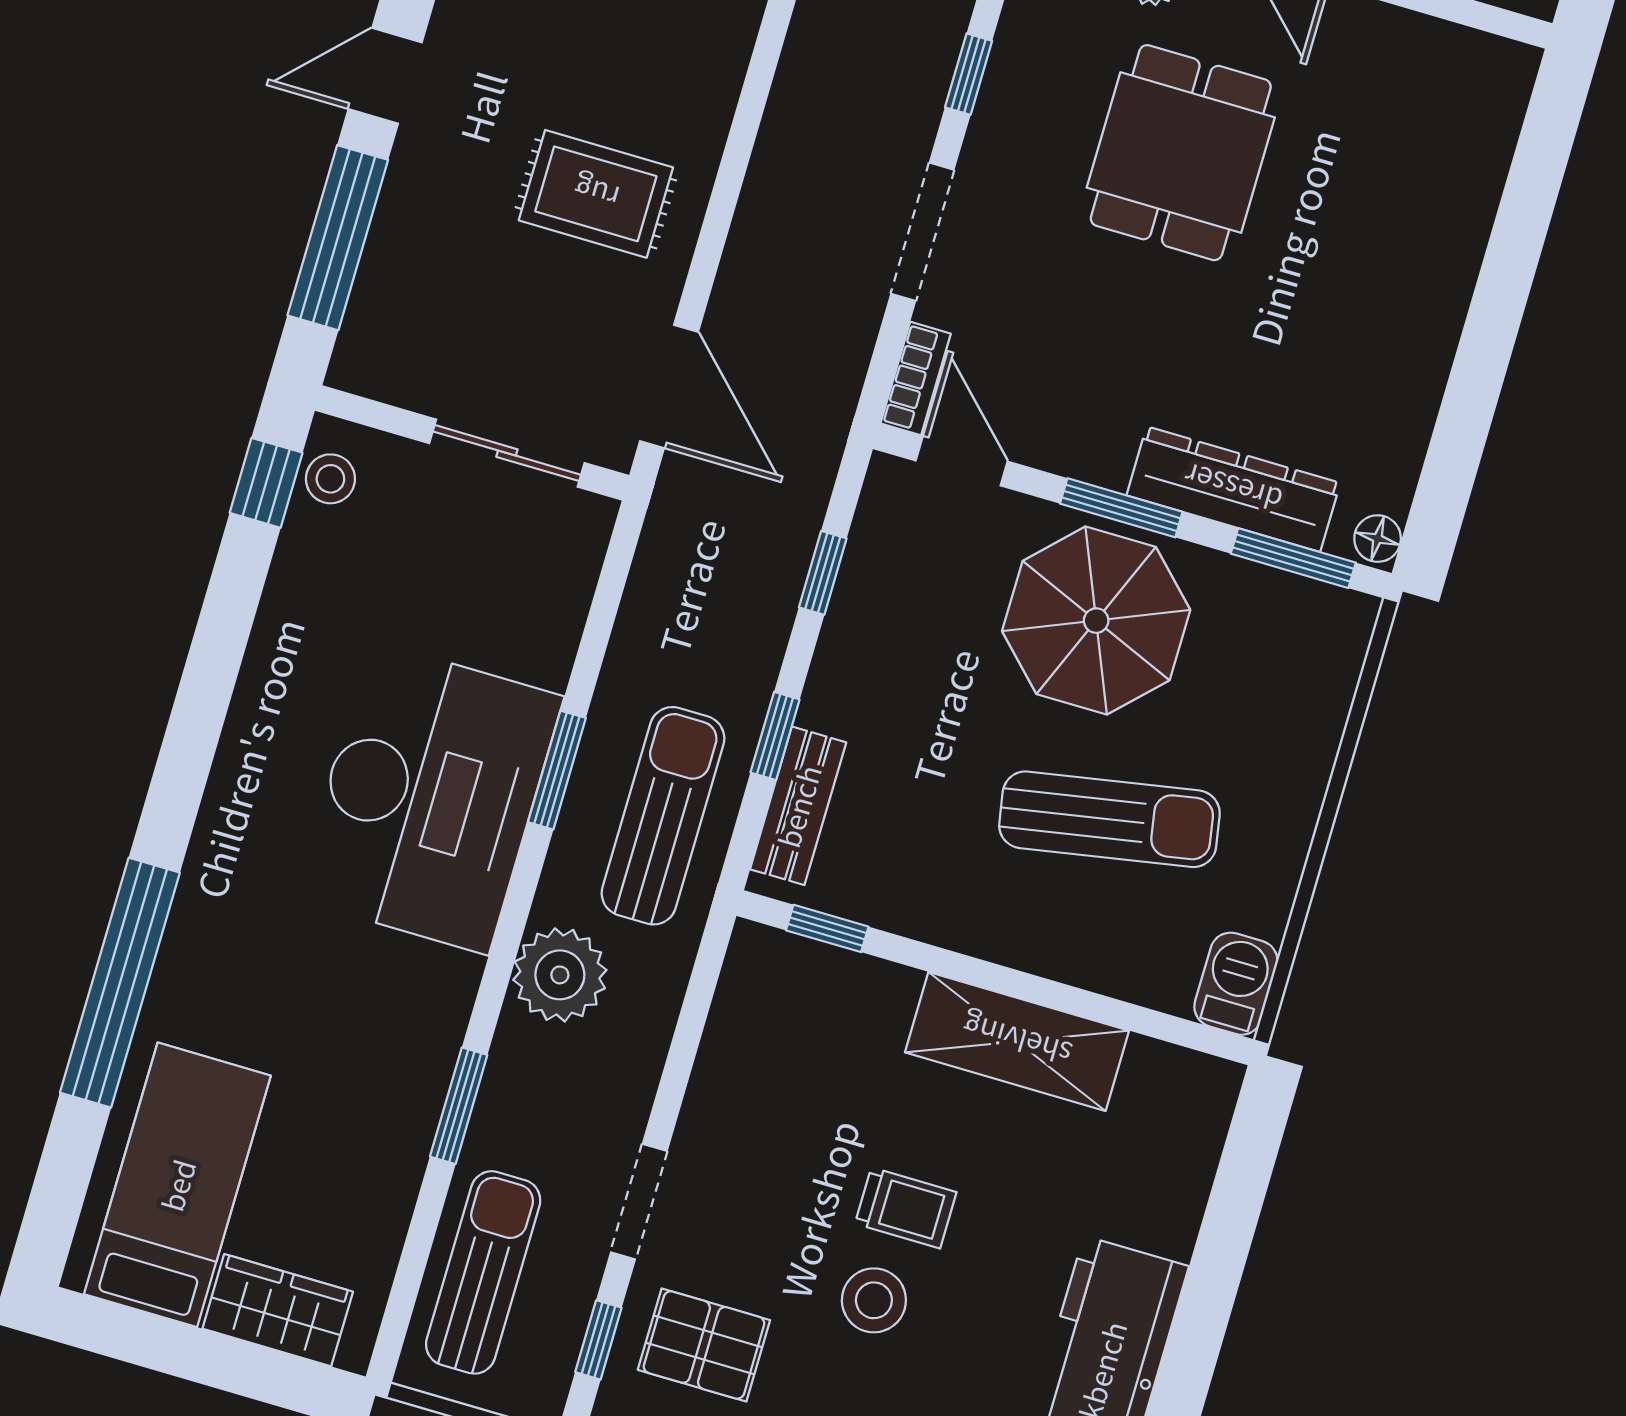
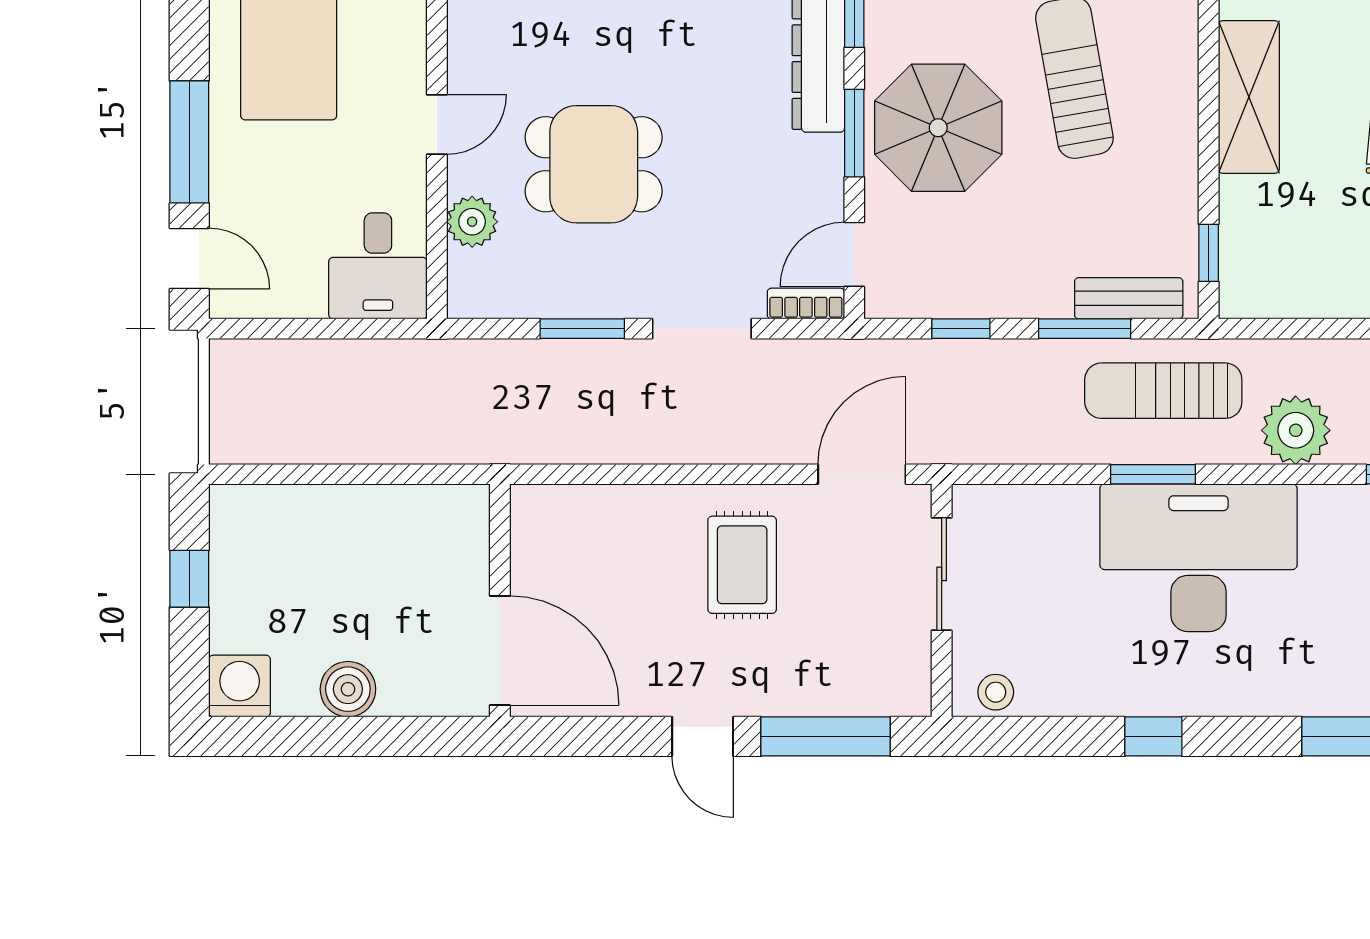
window: (969, 74) -> (582, 329), width x1.50
window: (266, 483) -> (1153, 736), moved
window: (775, 736) -> (1085, 329), width x1.50

